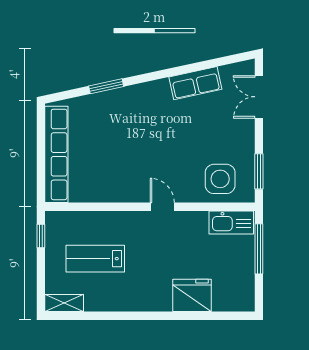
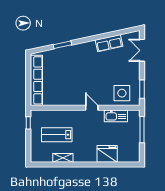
kitchen sink: (231, 222) -> (116, 116), moved
shelving: (64, 303) -> (63, 158), moved

